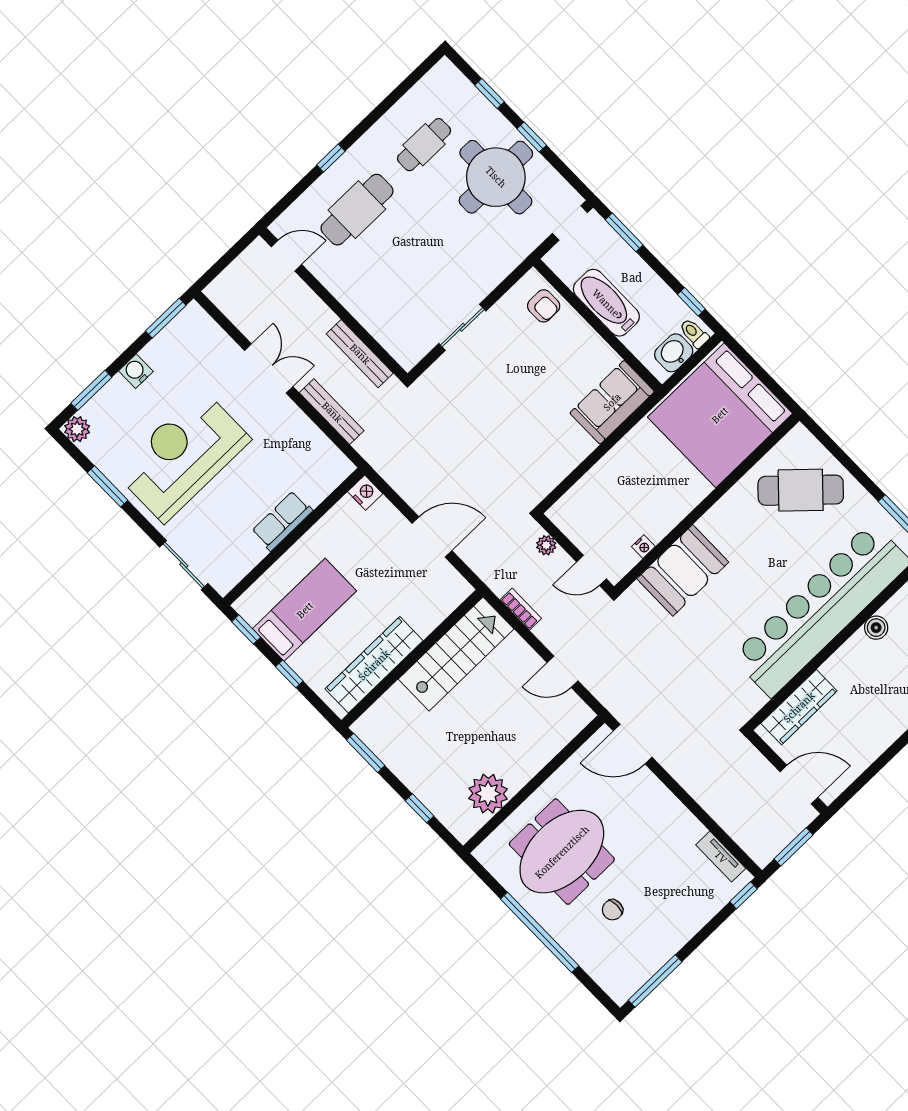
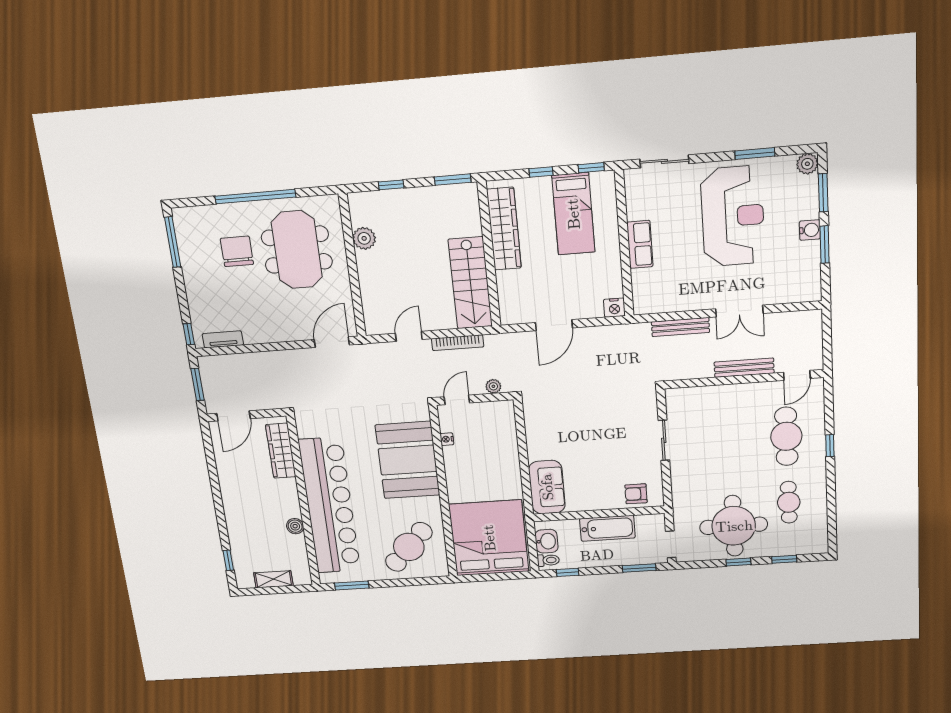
window: (166, 318) -> (825, 245), moved
bench: (360, 354) -> (744, 368), moved
booth: (683, 570) -> (408, 460), width x1.36, depth x1.42
bookcase: (521, 609) -> (458, 343), width x1.56
plant: (488, 794) -> (364, 238), width x0.73, depth x0.73
chair: (612, 910) -> (237, 251), width x1.87, depth x1.87

